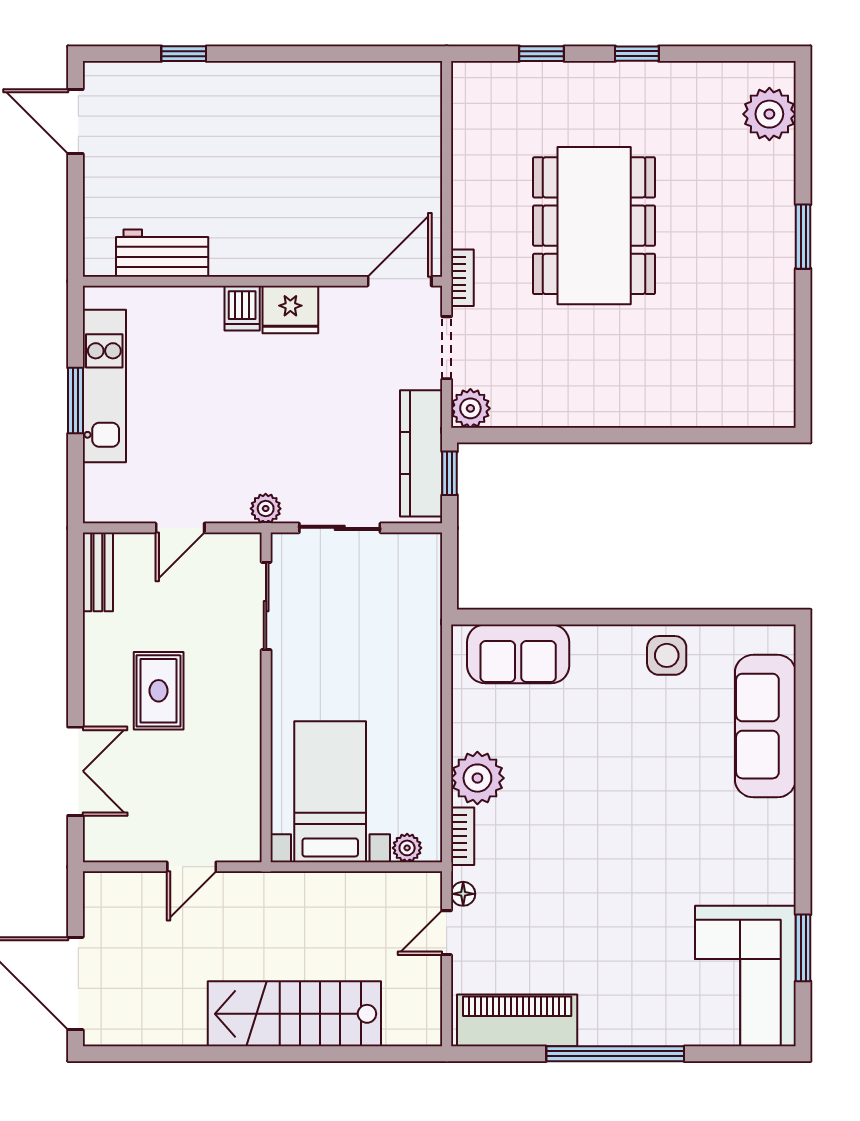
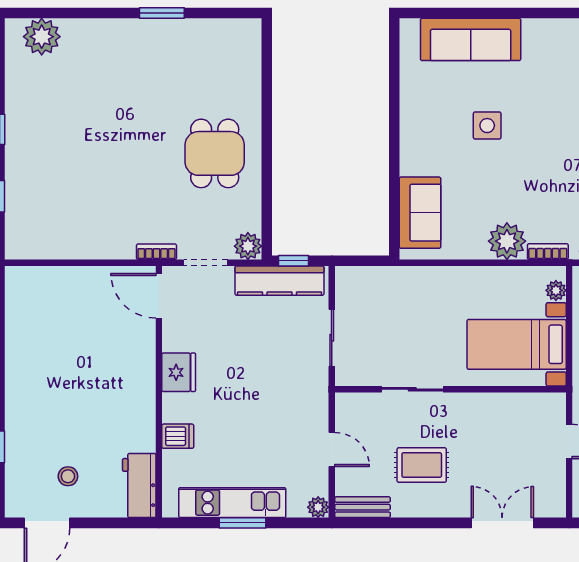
stool: (142, 151) -> (68, 476), added
dining table: (594, 226) -> (215, 153), moved, width x0.53, depth x0.80
window: (803, 237) -> (162, 13), moved
workbench: (162, 253) -> (139, 486), moved
dishwasher: (242, 308) -> (178, 436), moved
plant: (266, 509) -> (318, 507), moved
sliding door: (266, 606) -> (412, 389), moved
side table: (667, 655) -> (487, 126), moved
rug: (159, 691) -> (422, 465), moved

